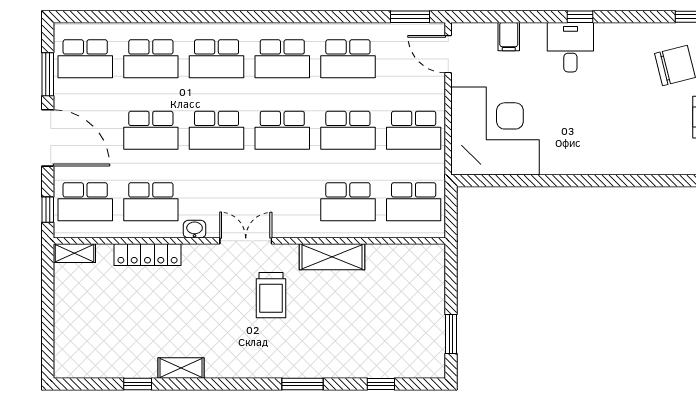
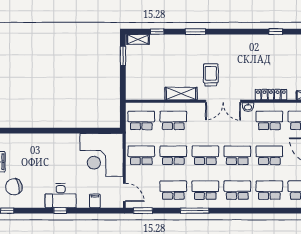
window: (304, 17) -> (195, 211), added
desk: (570, 47) -> (61, 196), width x1.37
double door: (246, 241) -> (223, 101), width x1.37
shelving: (181, 368) -> (138, 39), moved

